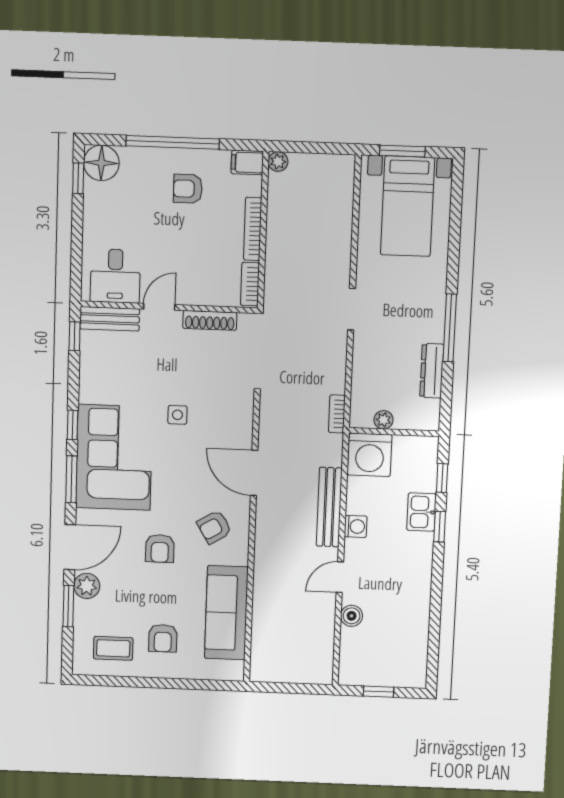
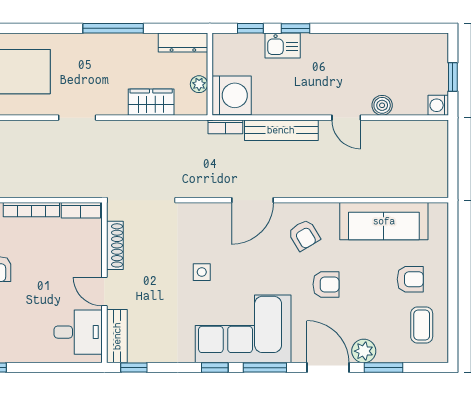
doorway: (352, 309) -> (77, 118), moved
wardrobe: (366, 366) -> (151, 102), added
dresser: (432, 371) -> (183, 42), moved
bookcase: (337, 414) -> (225, 127), moved
washing machine: (356, 526) -> (438, 105), moved, turned -90

